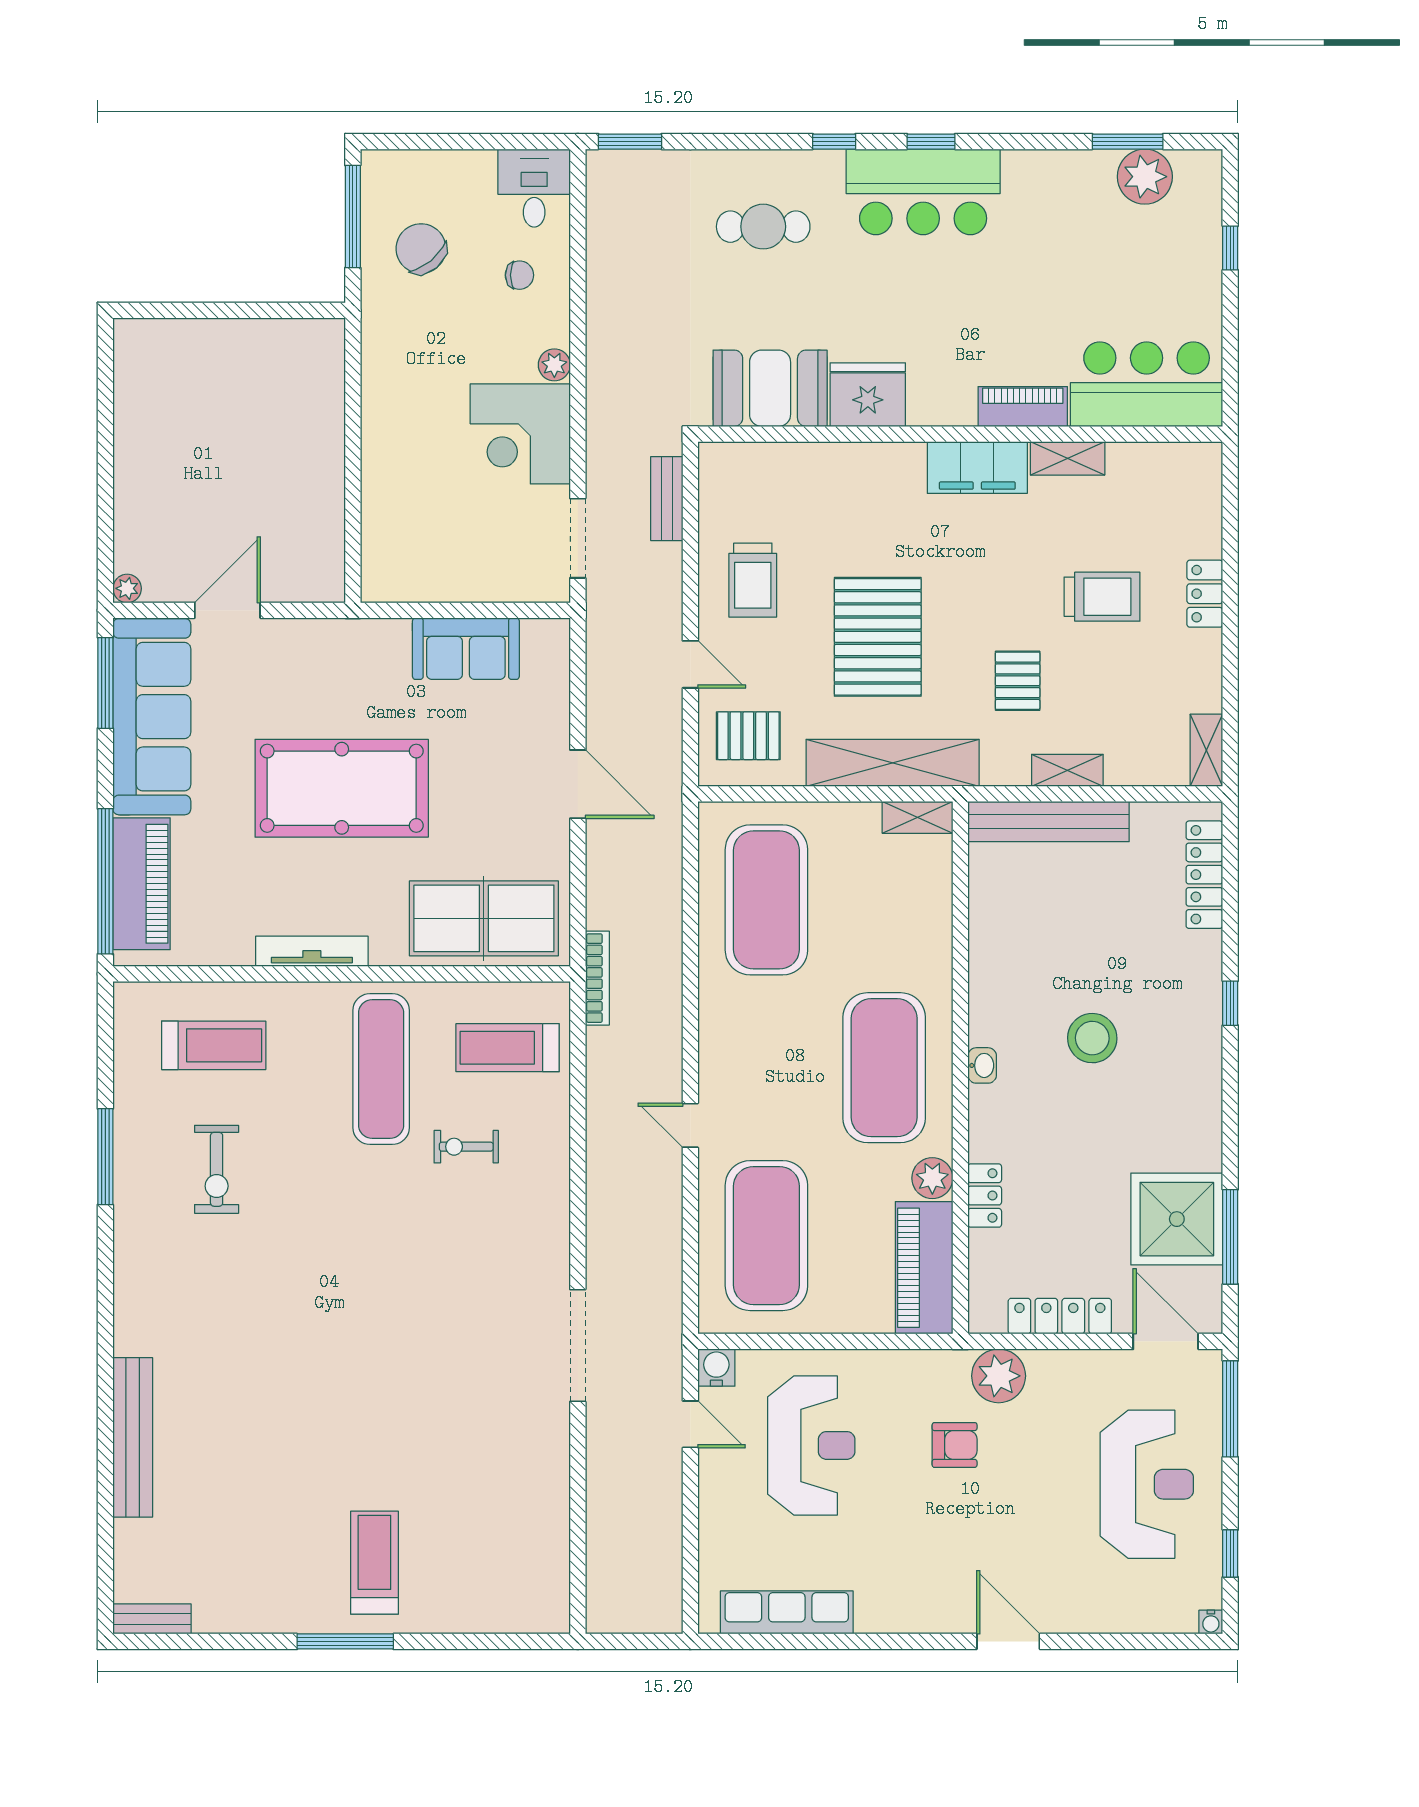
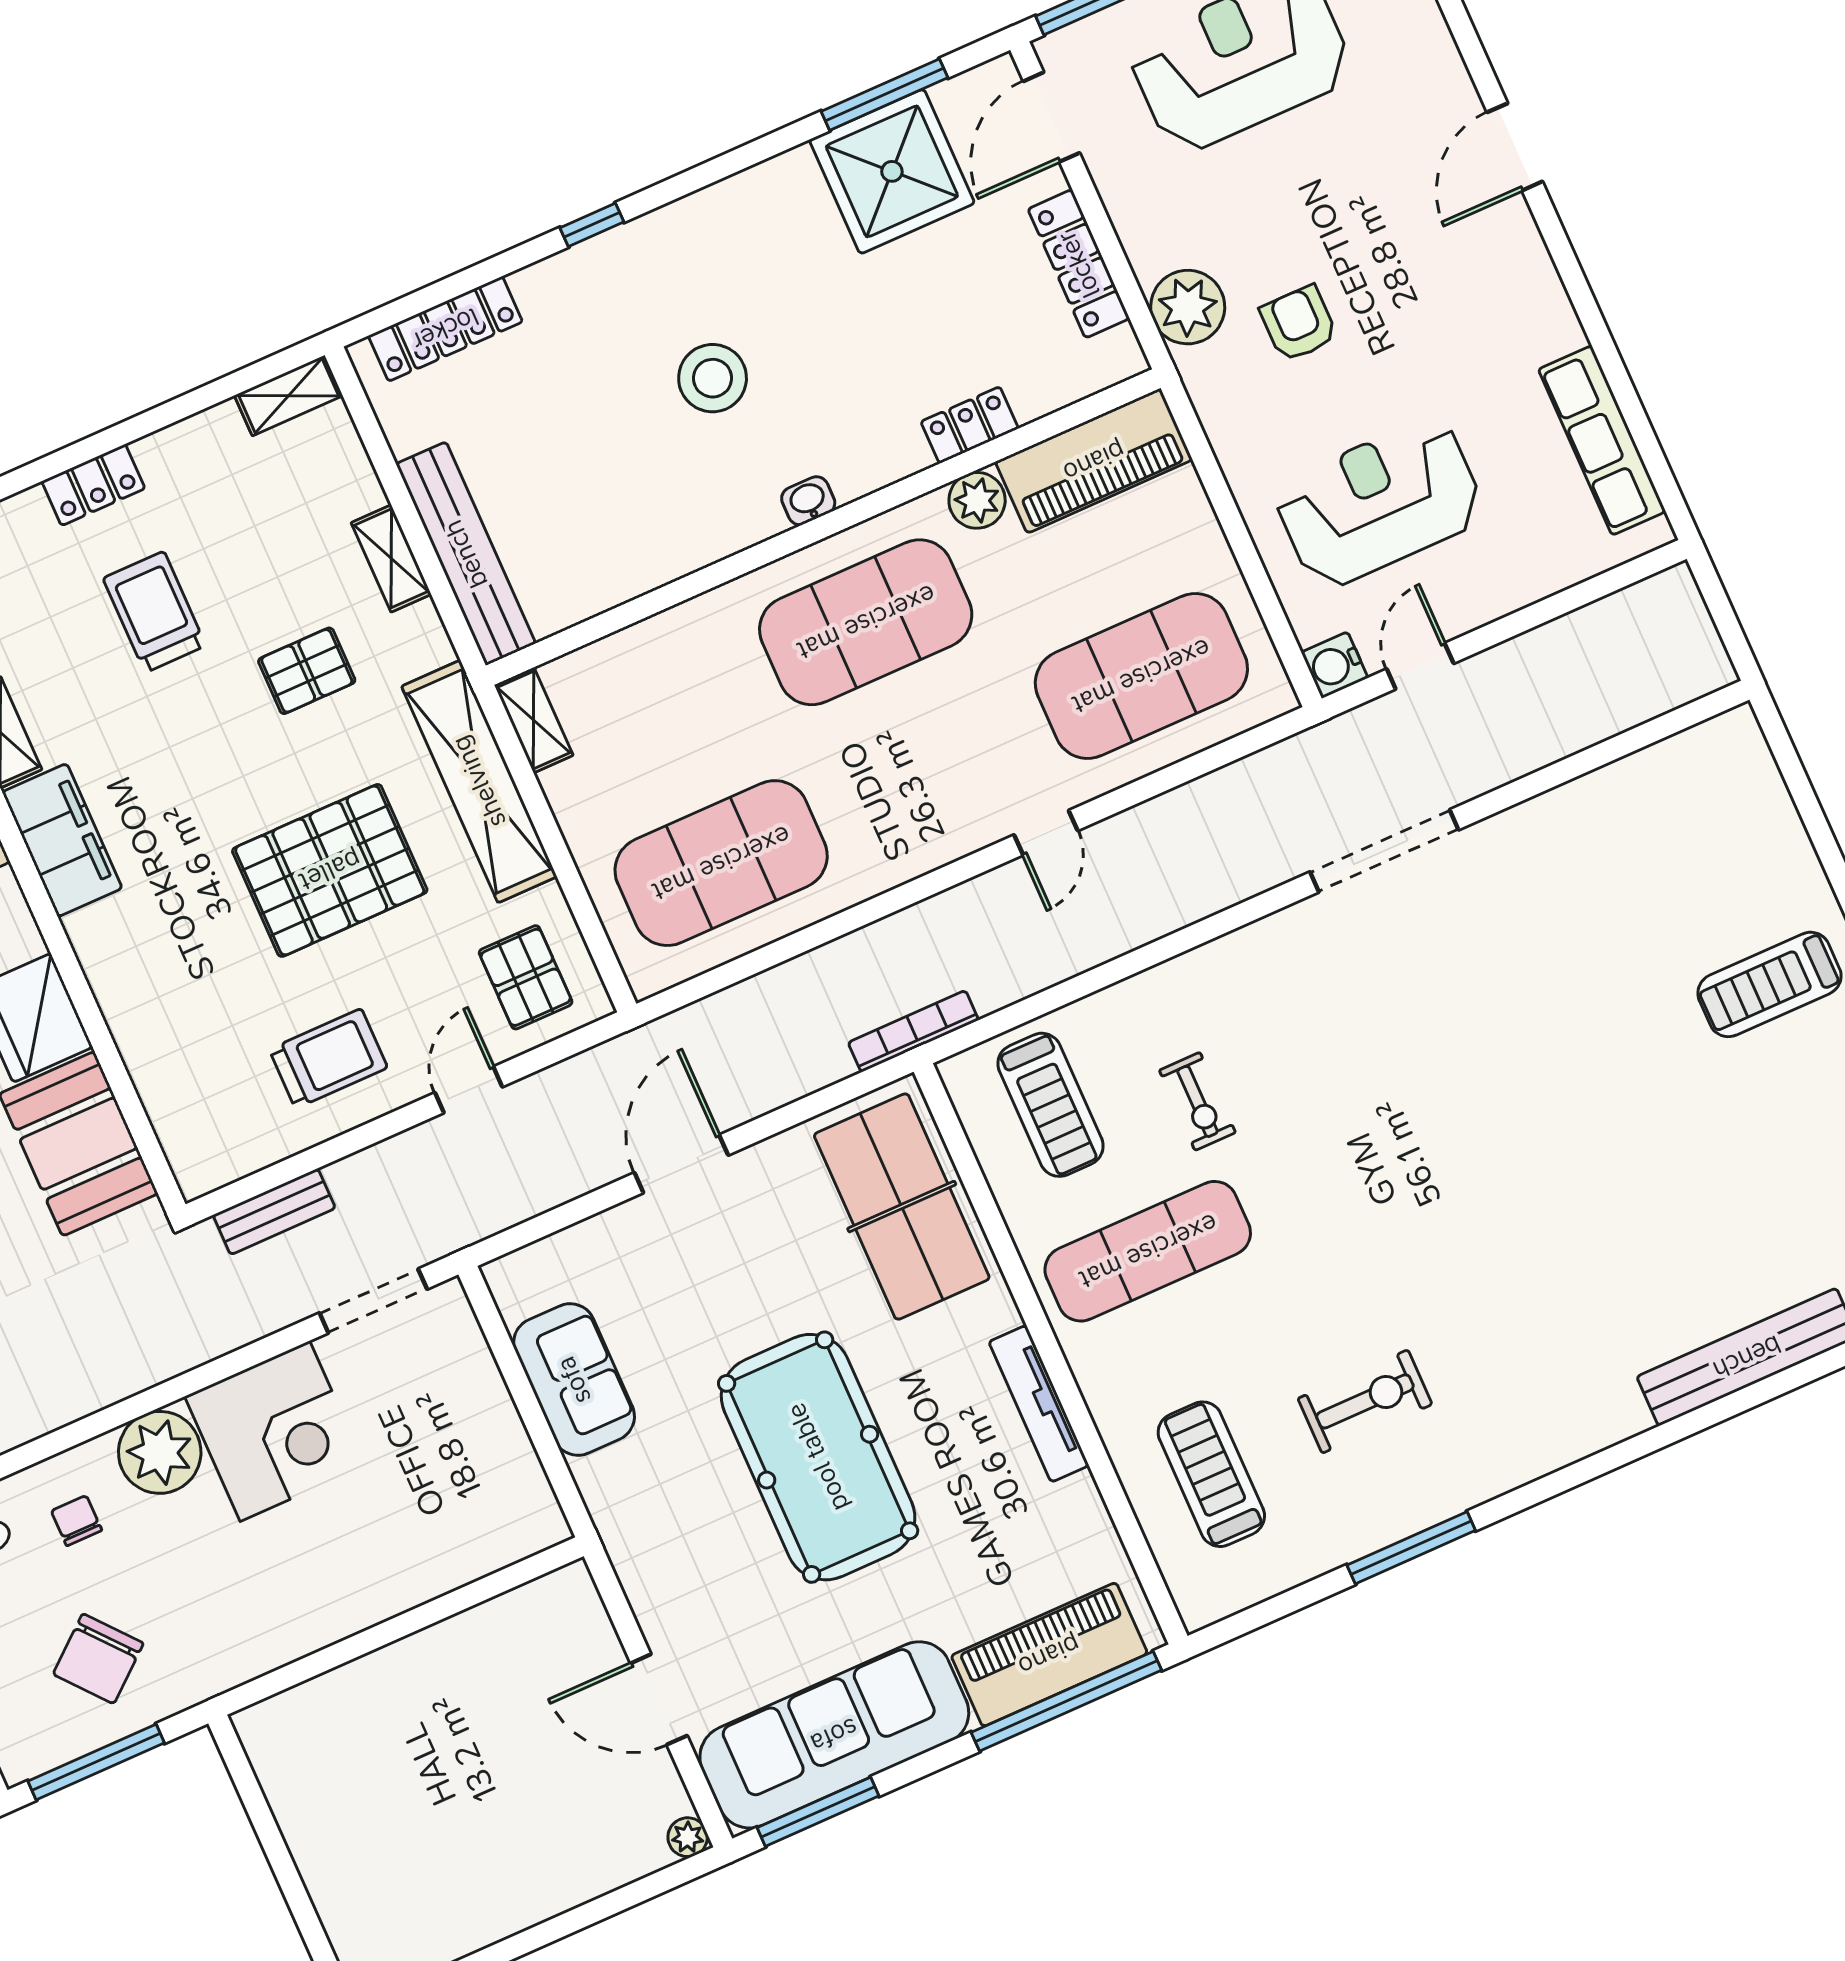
plant: (554, 365) -> (160, 1452), width x1.88, depth x1.88

